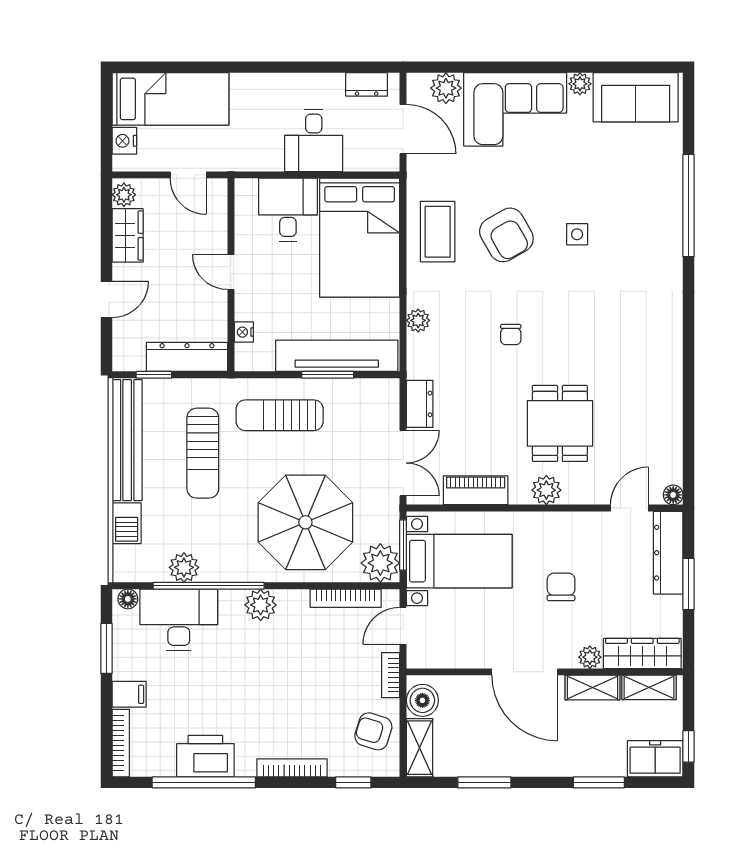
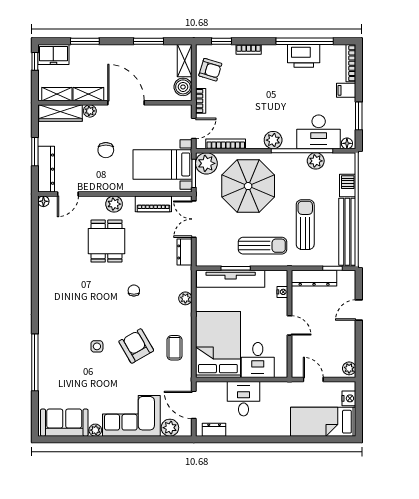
coffee table: (438, 232) -> (175, 348), width x0.73, depth x0.77
wardrobe: (128, 235) -> (347, 346), removed
bookcase: (292, 768) -> (249, 49), width x0.64

